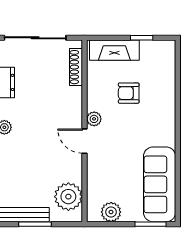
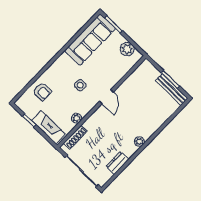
armchair: (129, 93) -> (42, 91), moved
plant: (94, 119) -> (77, 118), moved
side table: (124, 126) -> (80, 85), added
plant: (68, 197) -> (141, 77), removed

